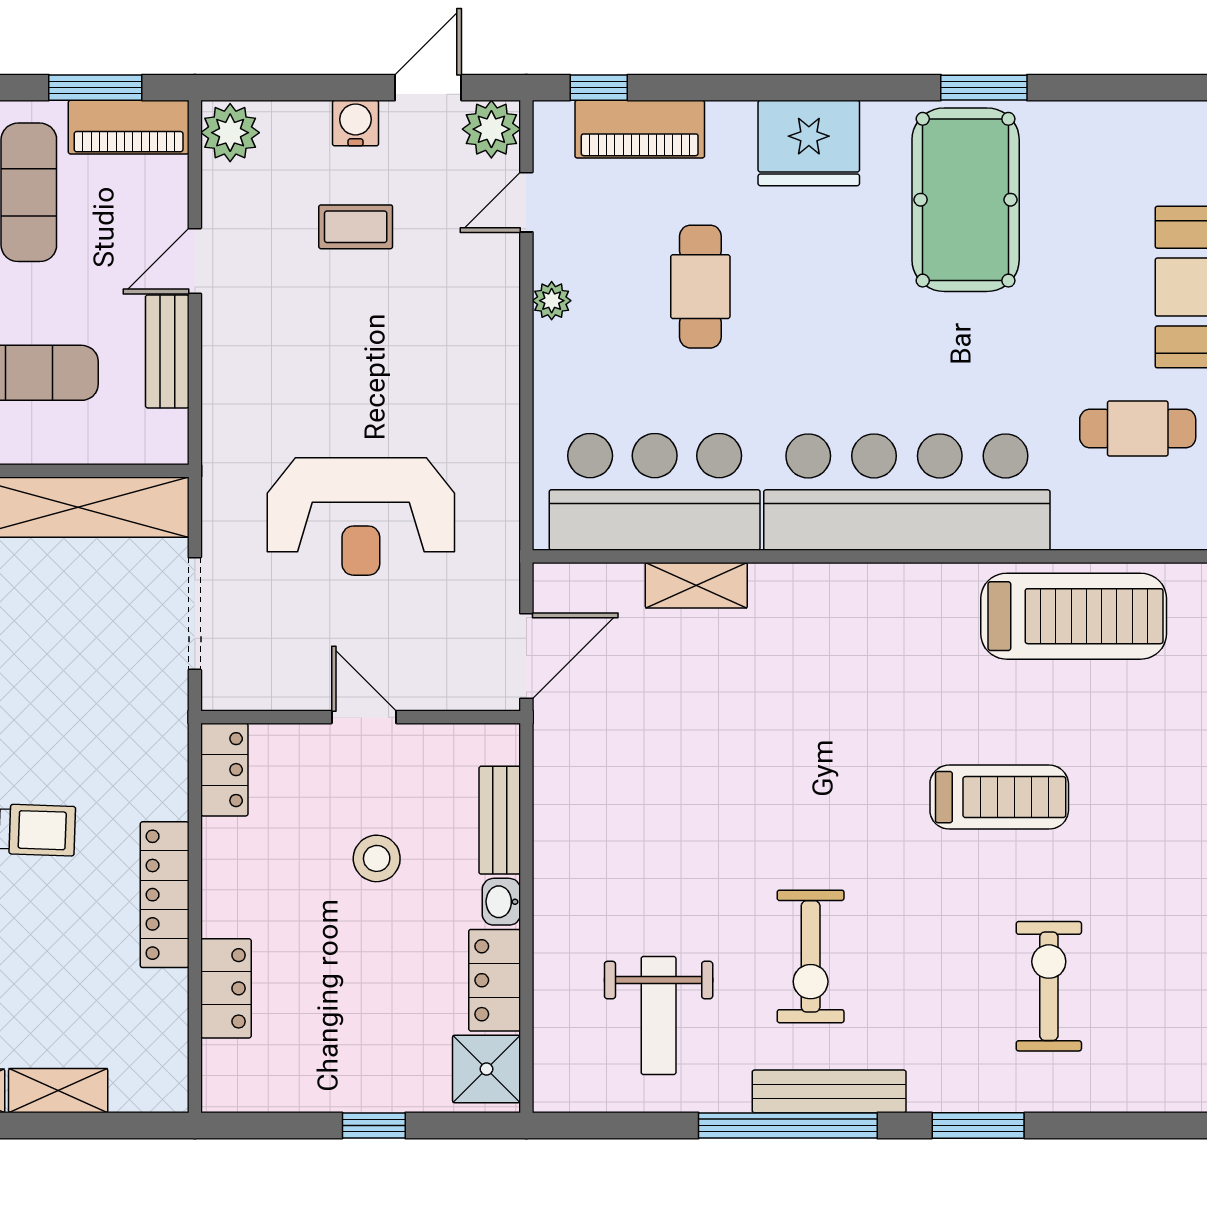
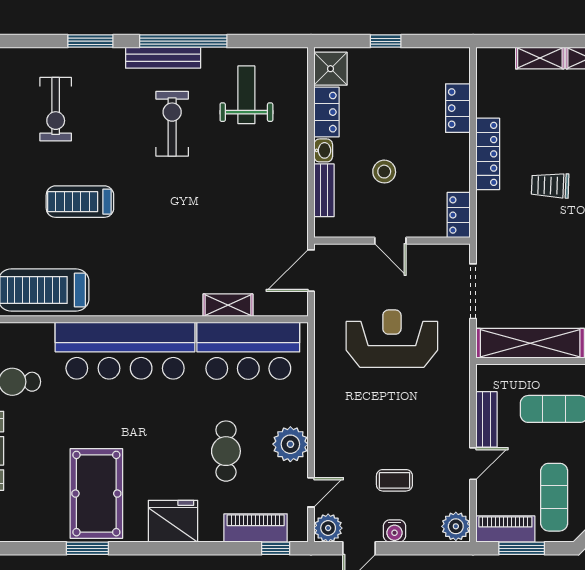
plant: (552, 301) -> (290, 444), width x1.88, depth x1.88

